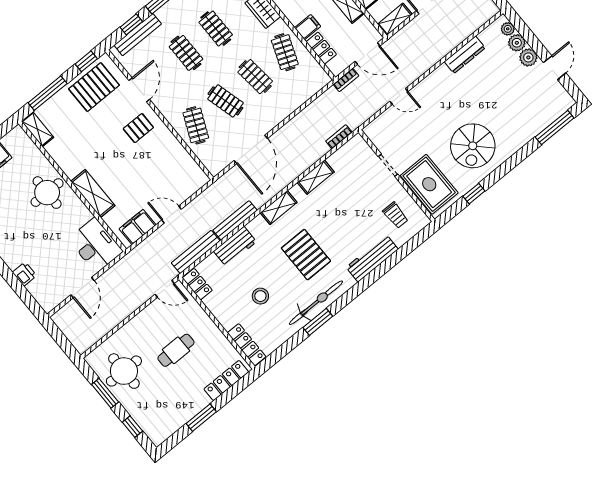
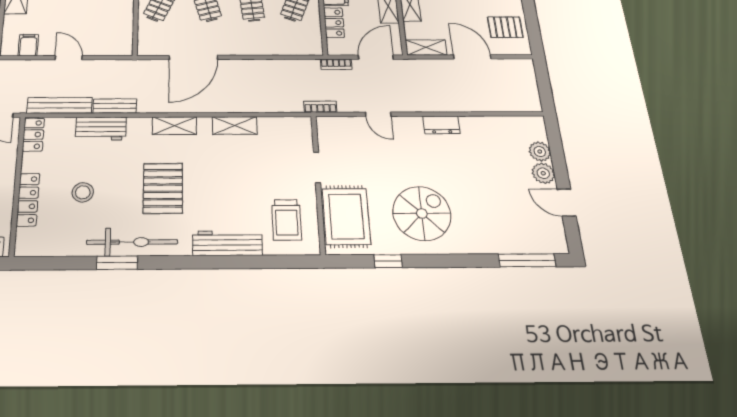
plant: (508, 29) -> (539, 133), removed
door: (368, 54) -> (376, 57), swing flipped
dresser: (465, 55) -> (441, 125), moved, width x0.70
door: (555, 68) -> (566, 203), swing flipped
bookcase: (339, 137) -> (320, 107), moved
spiral stairs: (473, 146) -> (422, 213), turned 180
trolley: (395, 215) -> (287, 220), width x1.36, depth x1.39
bench: (235, 220) -> (115, 106), width x0.73
filing cabinet: (138, 227) -> (28, 45), width x0.50
locker: (247, 345) -> (28, 200), moved

